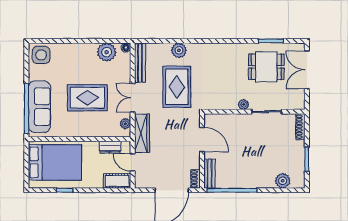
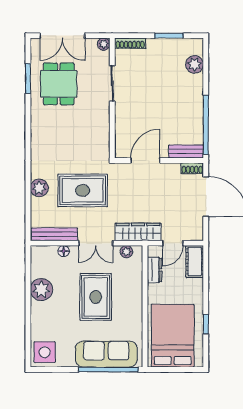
floor lamp: (126, 48) -> (64, 251), moved
plant: (107, 52) -> (41, 290), moved
plant: (244, 104) -> (104, 44), moved

